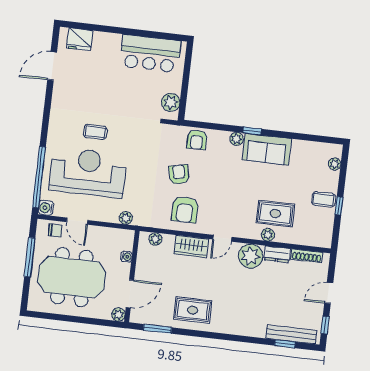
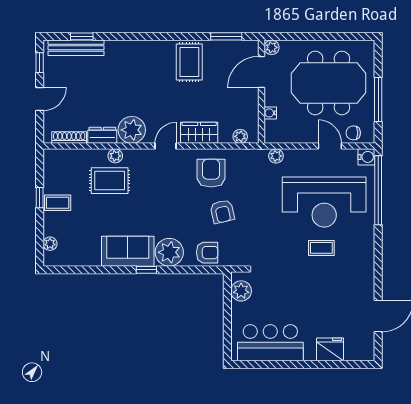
fridge: (80, 39) -> (330, 349), moved
plant: (237, 139) -> (169, 252), width x1.87, depth x1.87
armchair: (197, 140) -> (207, 253), turned 92
rug: (193, 310) -> (189, 62), turned 90

